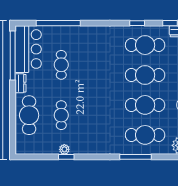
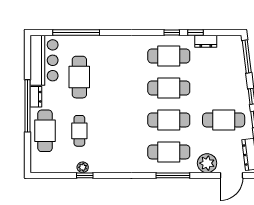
window: (137, 23) -> (172, 33), moved
window: (13, 56) -> (27, 106), moved
cafe table: (61, 65) -> (79, 77), width x1.37, depth x1.35
window: (135, 157) -> (173, 175), moved

